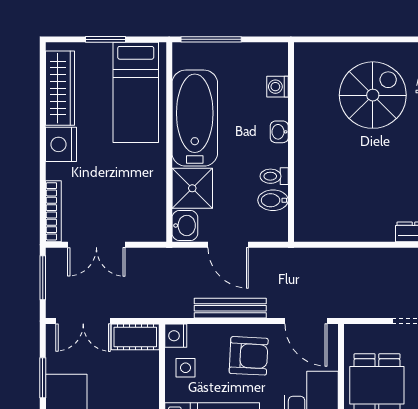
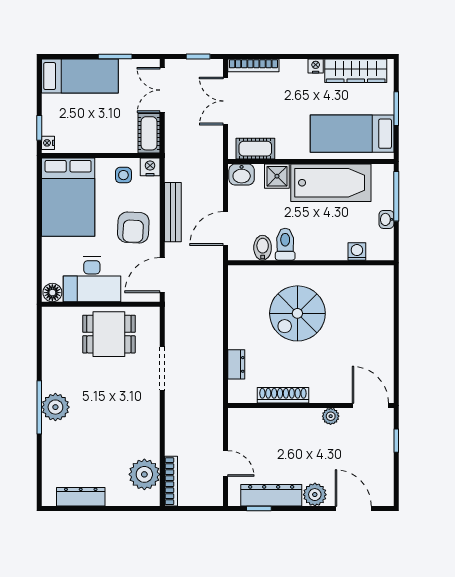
spiral stairs: (373, 95) -> (297, 313), moved, turned 90
washbasin: (279, 132) -> (386, 219), moved, turned -90
nightstand: (61, 144) -> (316, 66), width x0.53, depth x0.56
toilet: (274, 176) -> (285, 244), width x1.37, depth x1.39
shower: (192, 188) -> (277, 176), width x0.73, depth x0.73
cot: (154, 209) -> (255, 149), added
door: (228, 245) -> (226, 229), moved
window: (43, 278) -> (198, 56), width x0.67

